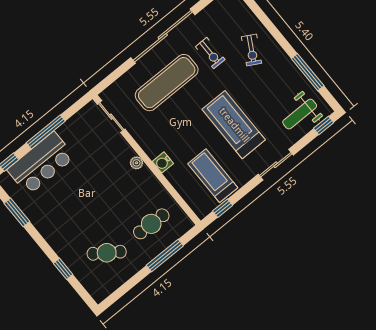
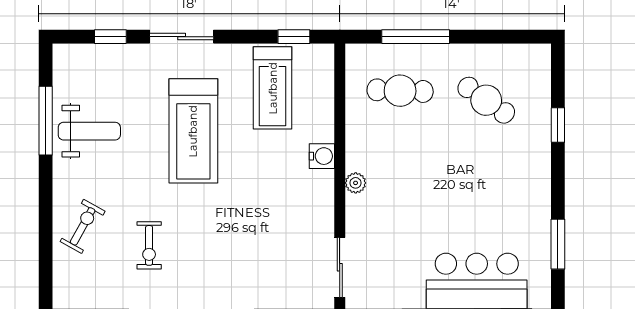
exercise bike: (252, 50) -> (83, 226), moved
exercise bike: (210, 53) -> (149, 245), turned 180
exercise mat: (167, 83) -> (234, 253), removed
weight bench: (300, 114) -> (89, 131), moved
window: (324, 125) -> (110, 37), moved

